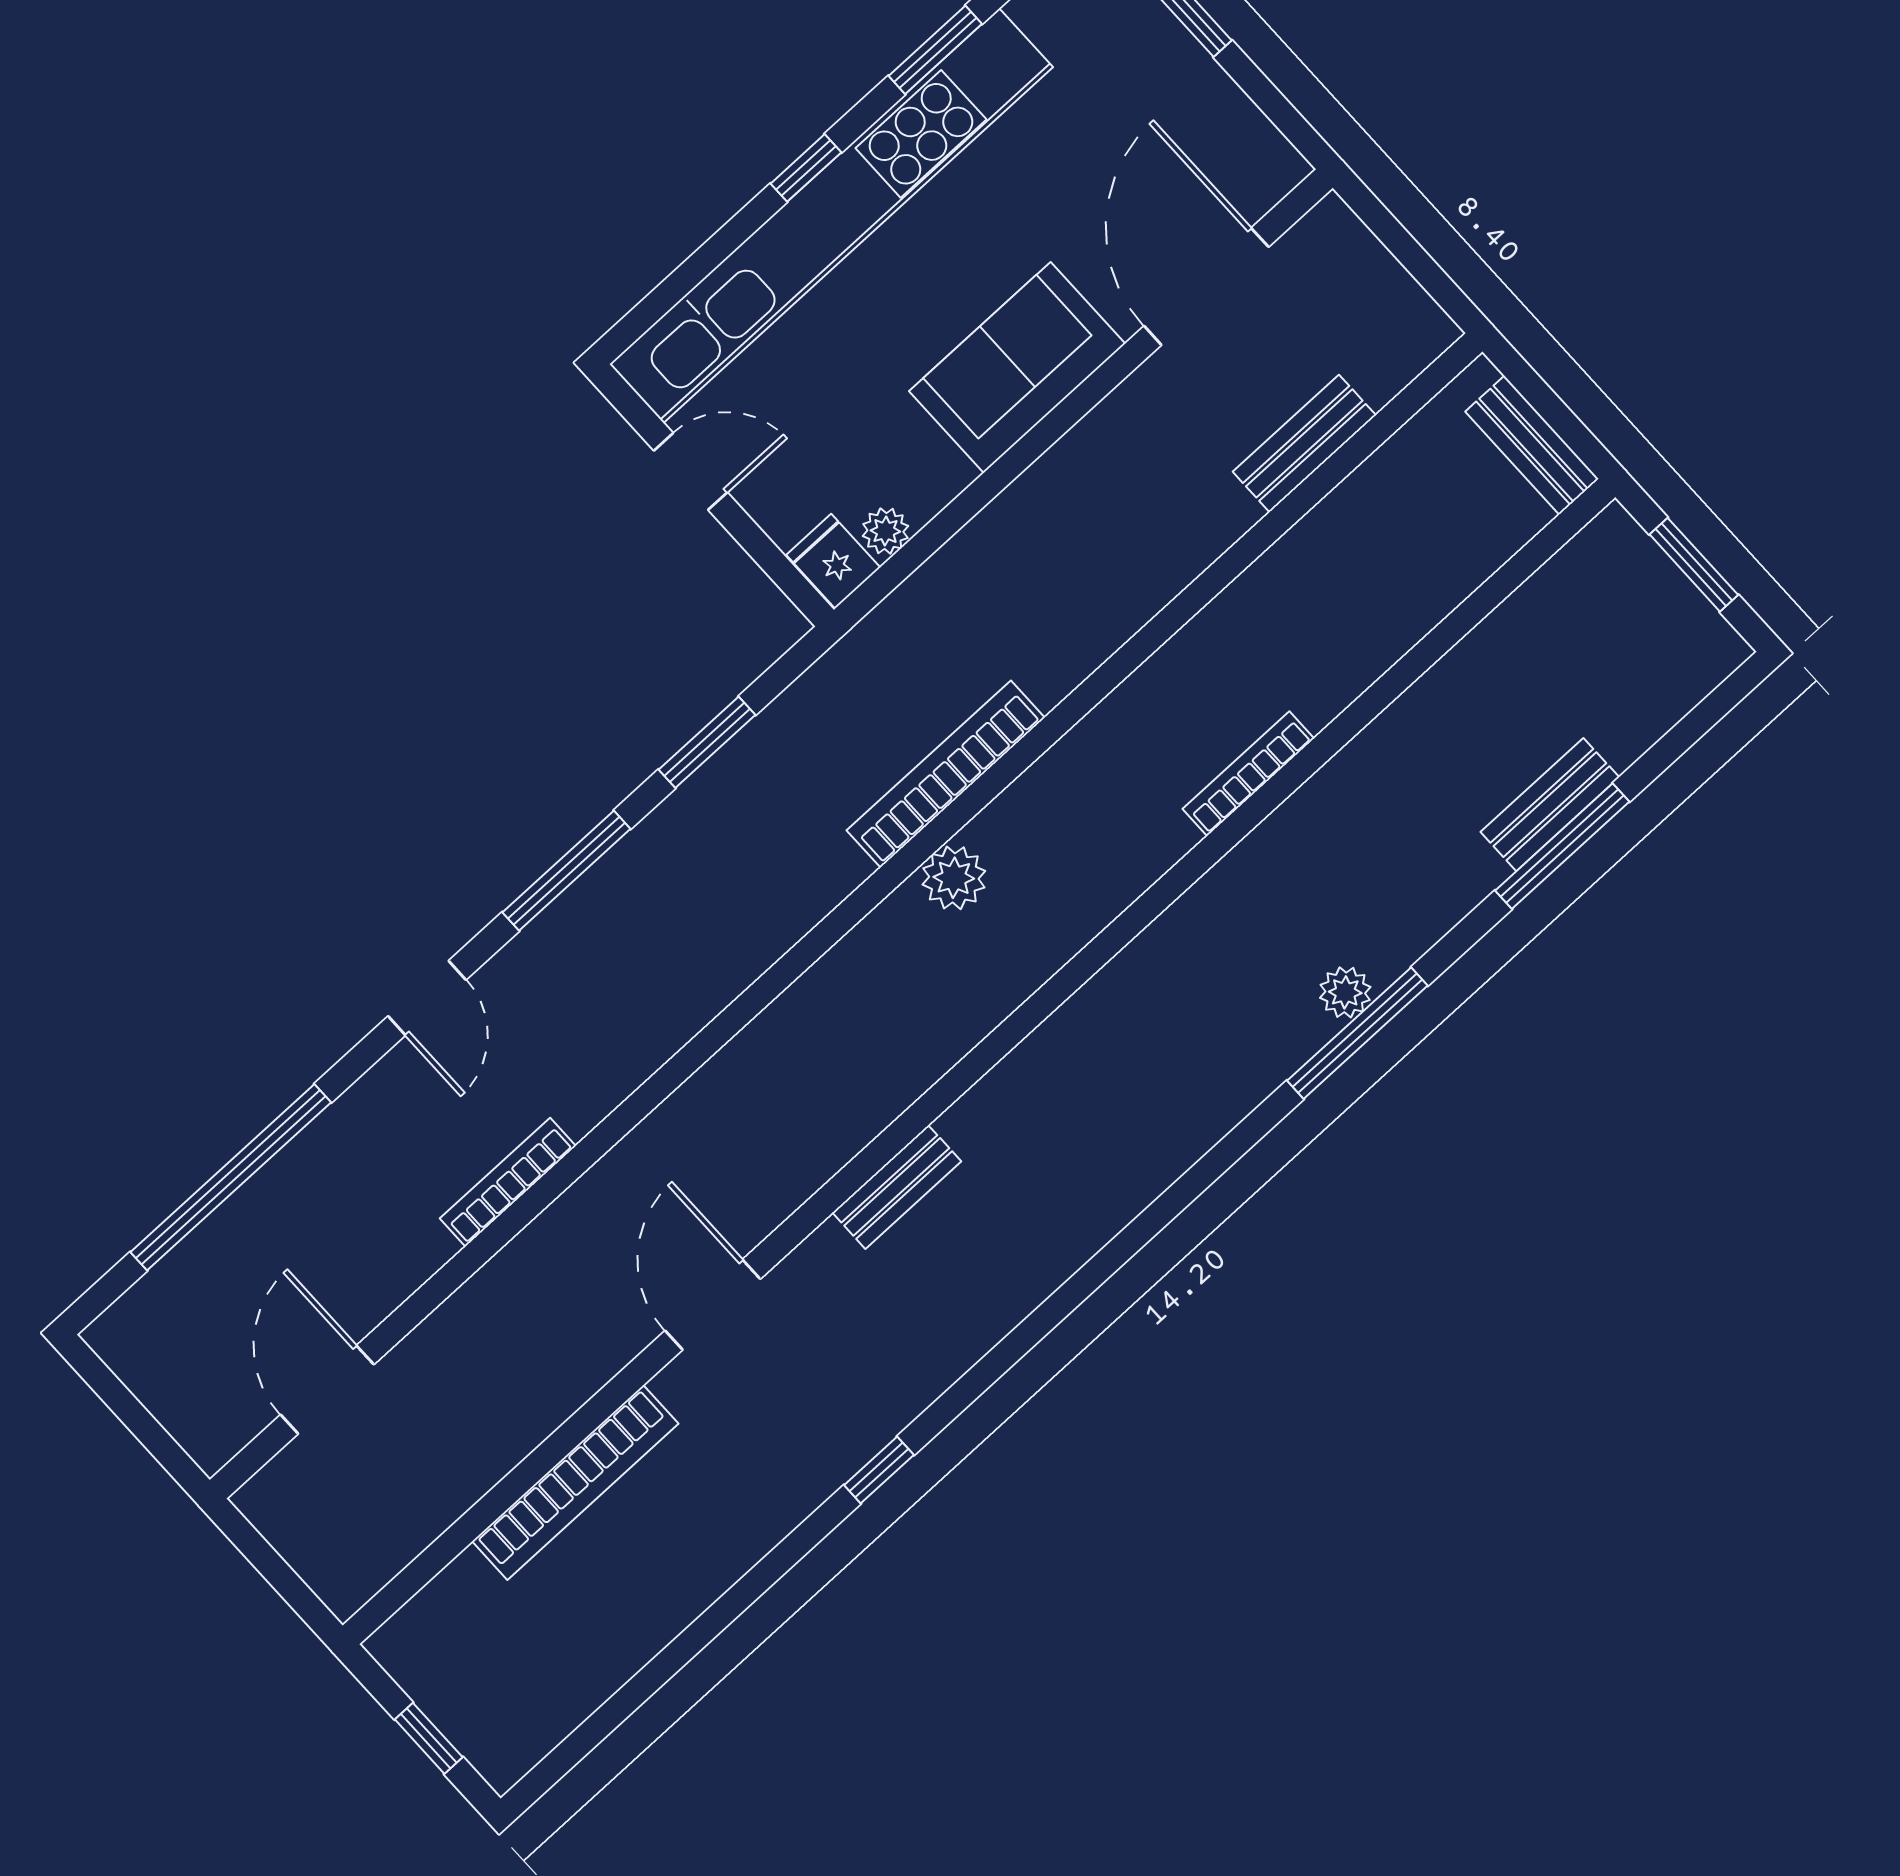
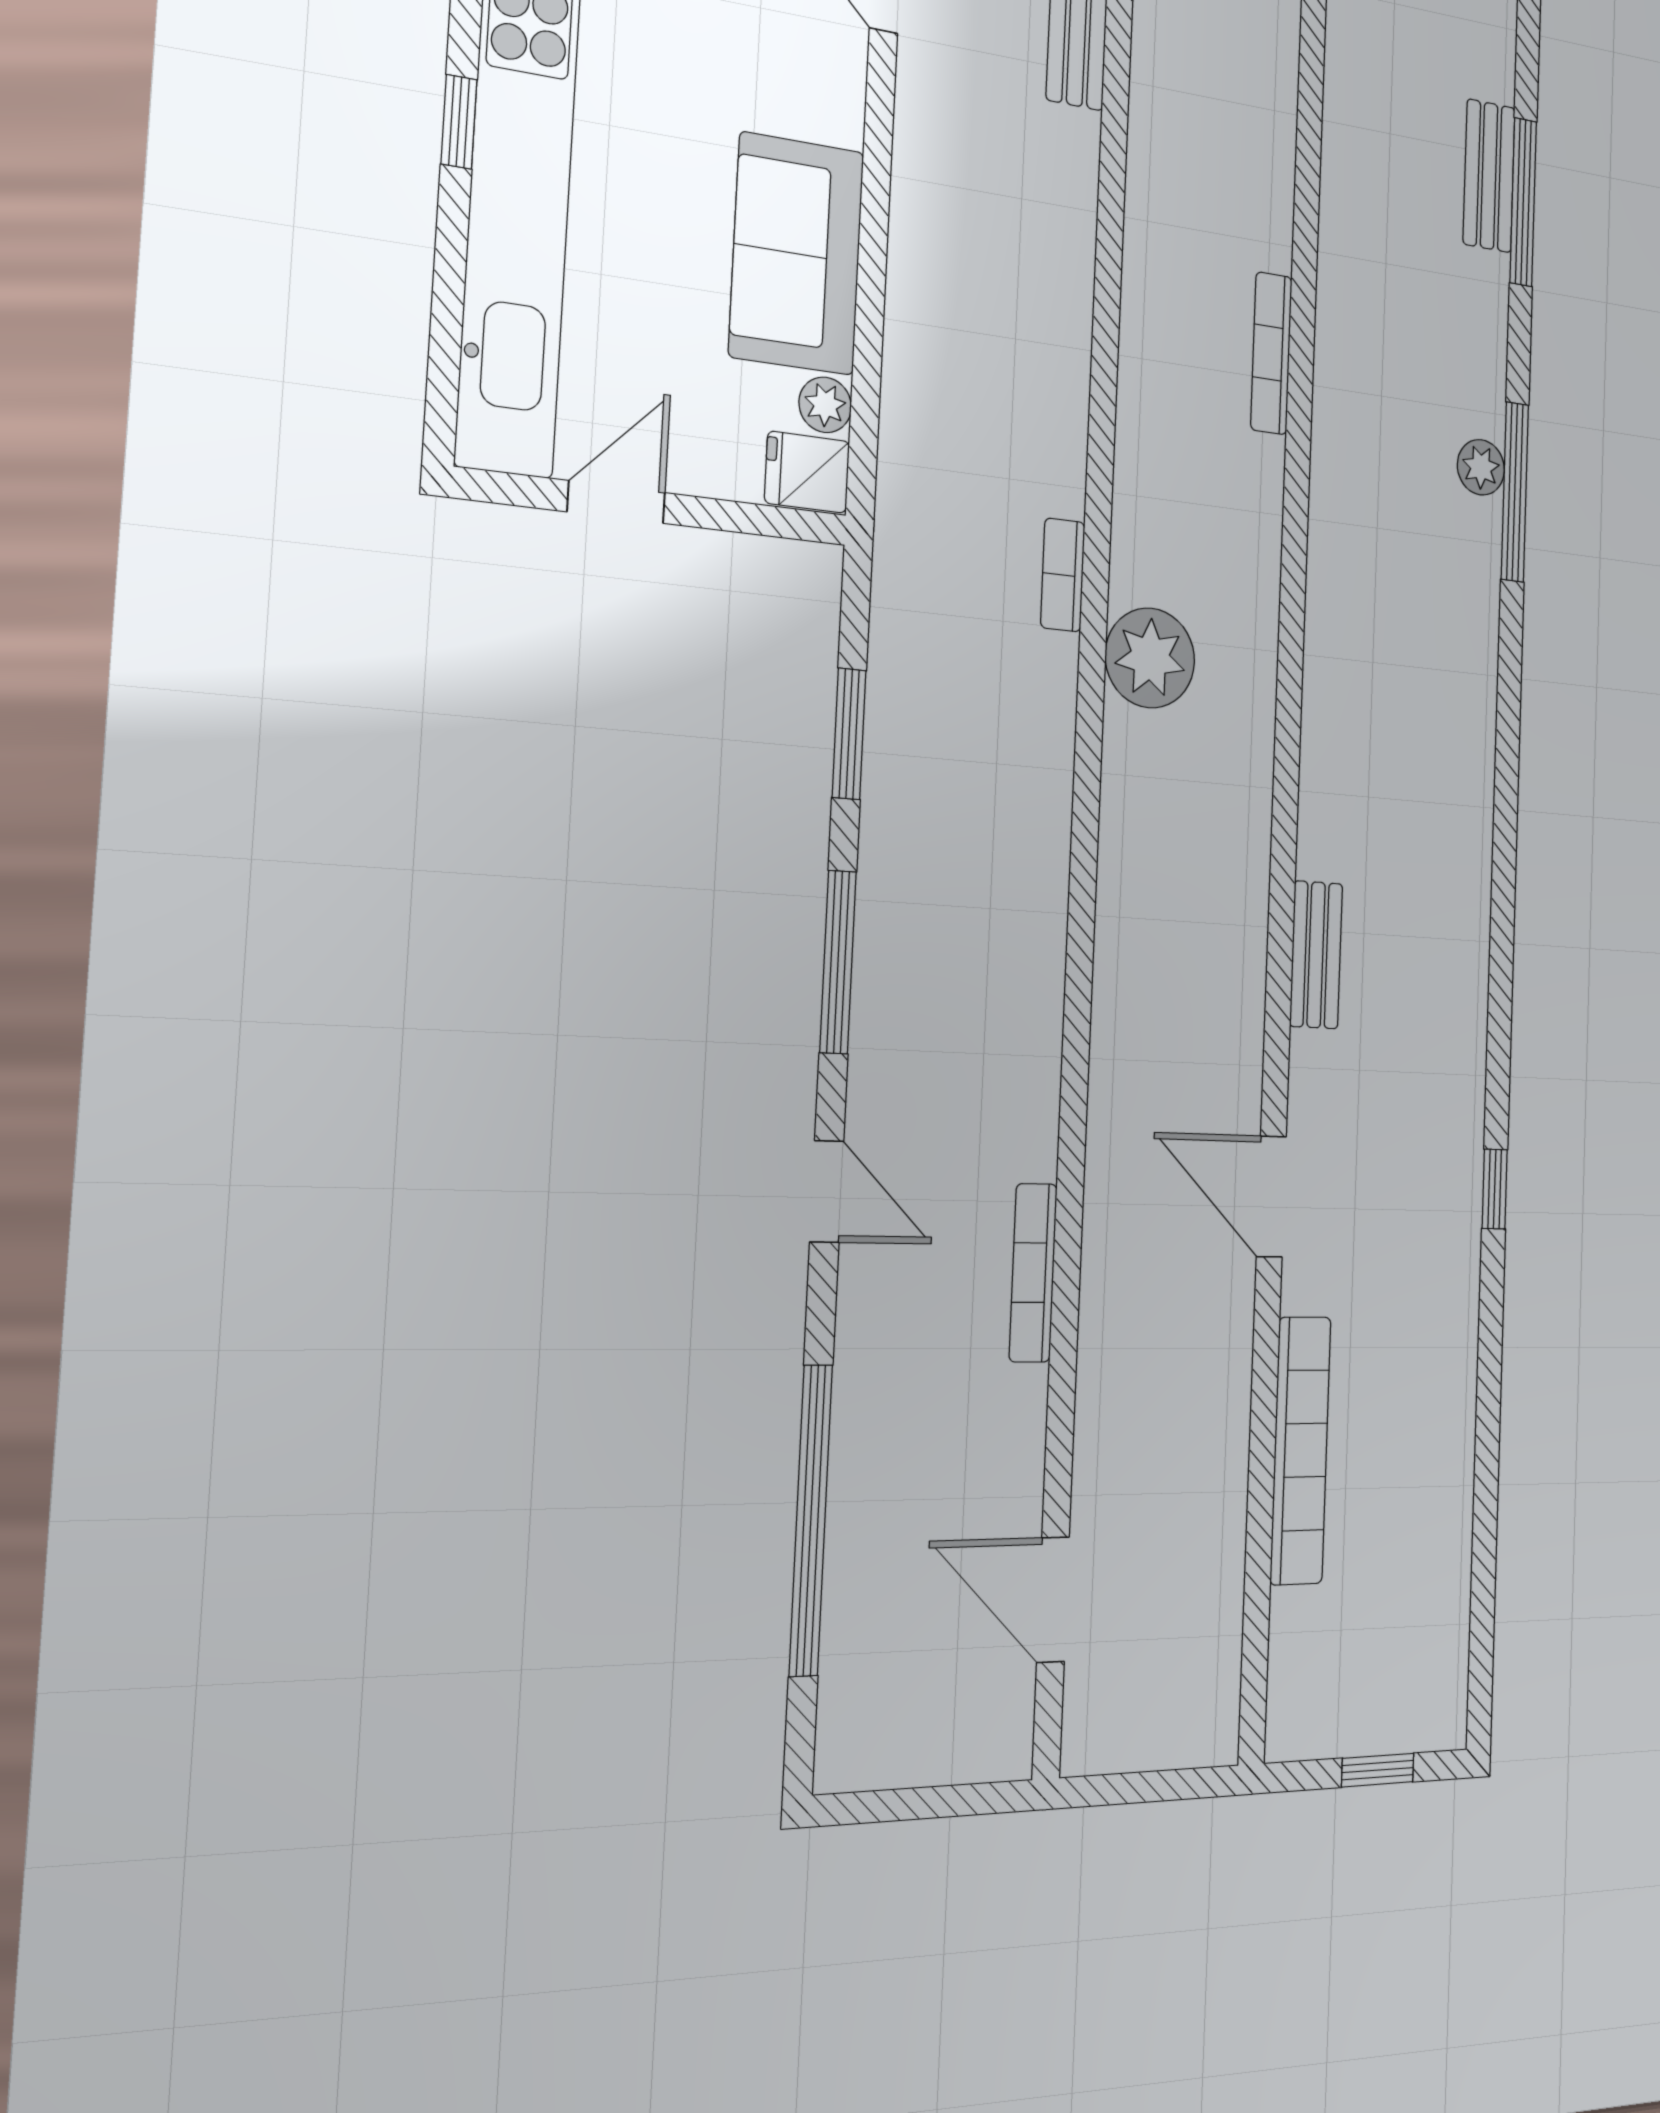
sofa: (1017, 367) -> (797, 254), moved
bookcase: (946, 774) -> (1063, 575), width x0.43, depth x0.76
plant: (954, 878) -> (1150, 658), width x1.36, depth x1.36

